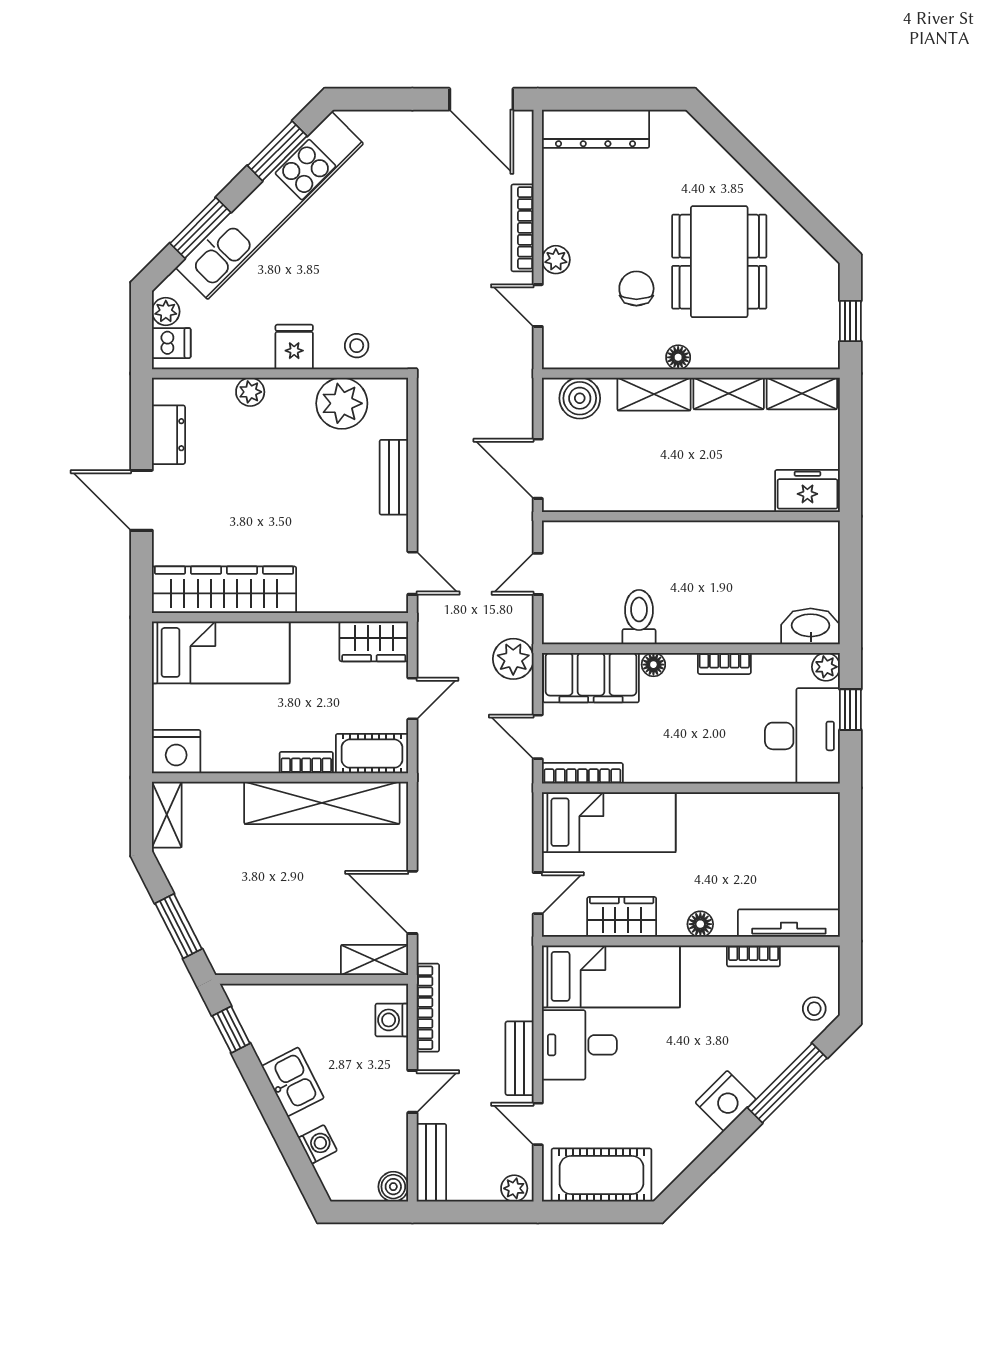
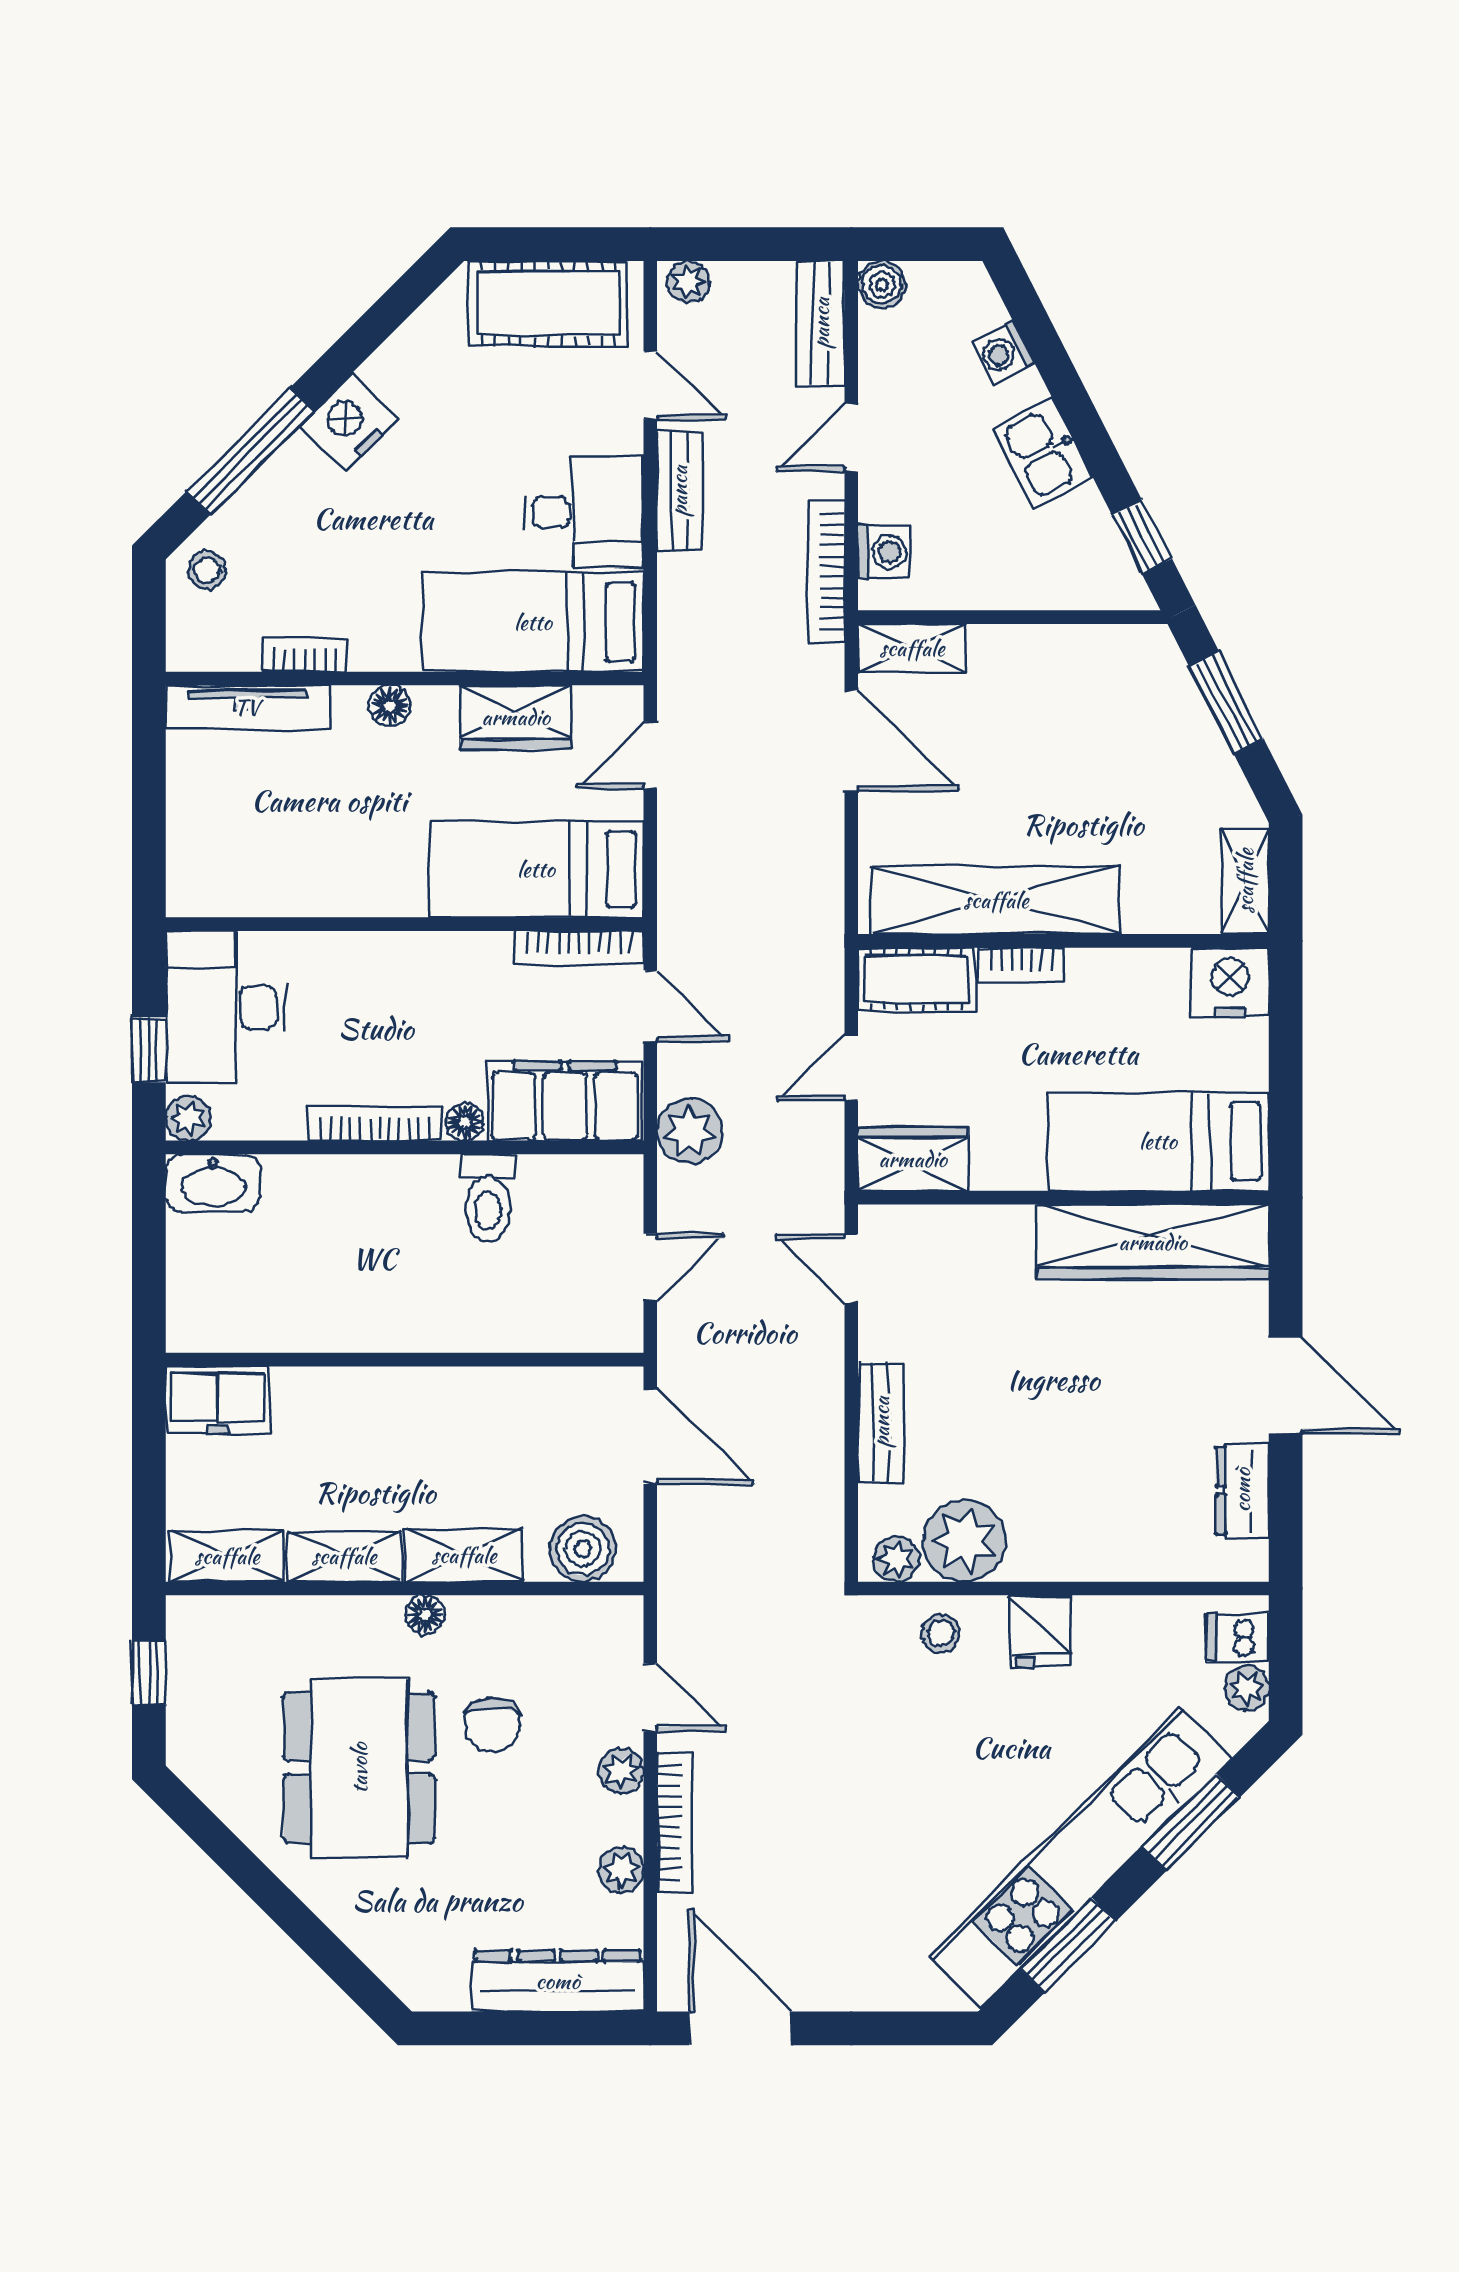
plant: (556, 198) -> (621, 1870), added
plant: (250, 392) -> (896, 1559), moved
bookcase: (724, 663) -> (375, 1124), width x1.56

